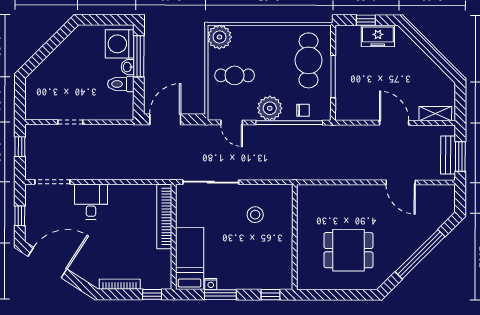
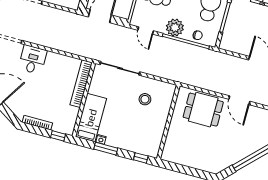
door: (401, 182) -> (239, 100), moved
dining table: (348, 250) -> (203, 110), moved

